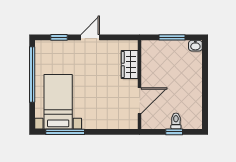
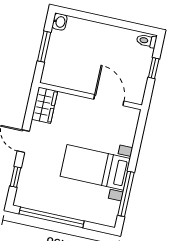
wardrobe: (130, 65) -> (45, 105), moved, turned -90
bed with nightstands: (58, 102) -> (95, 167), moved
toilet: (176, 121) -> (146, 41), moved

